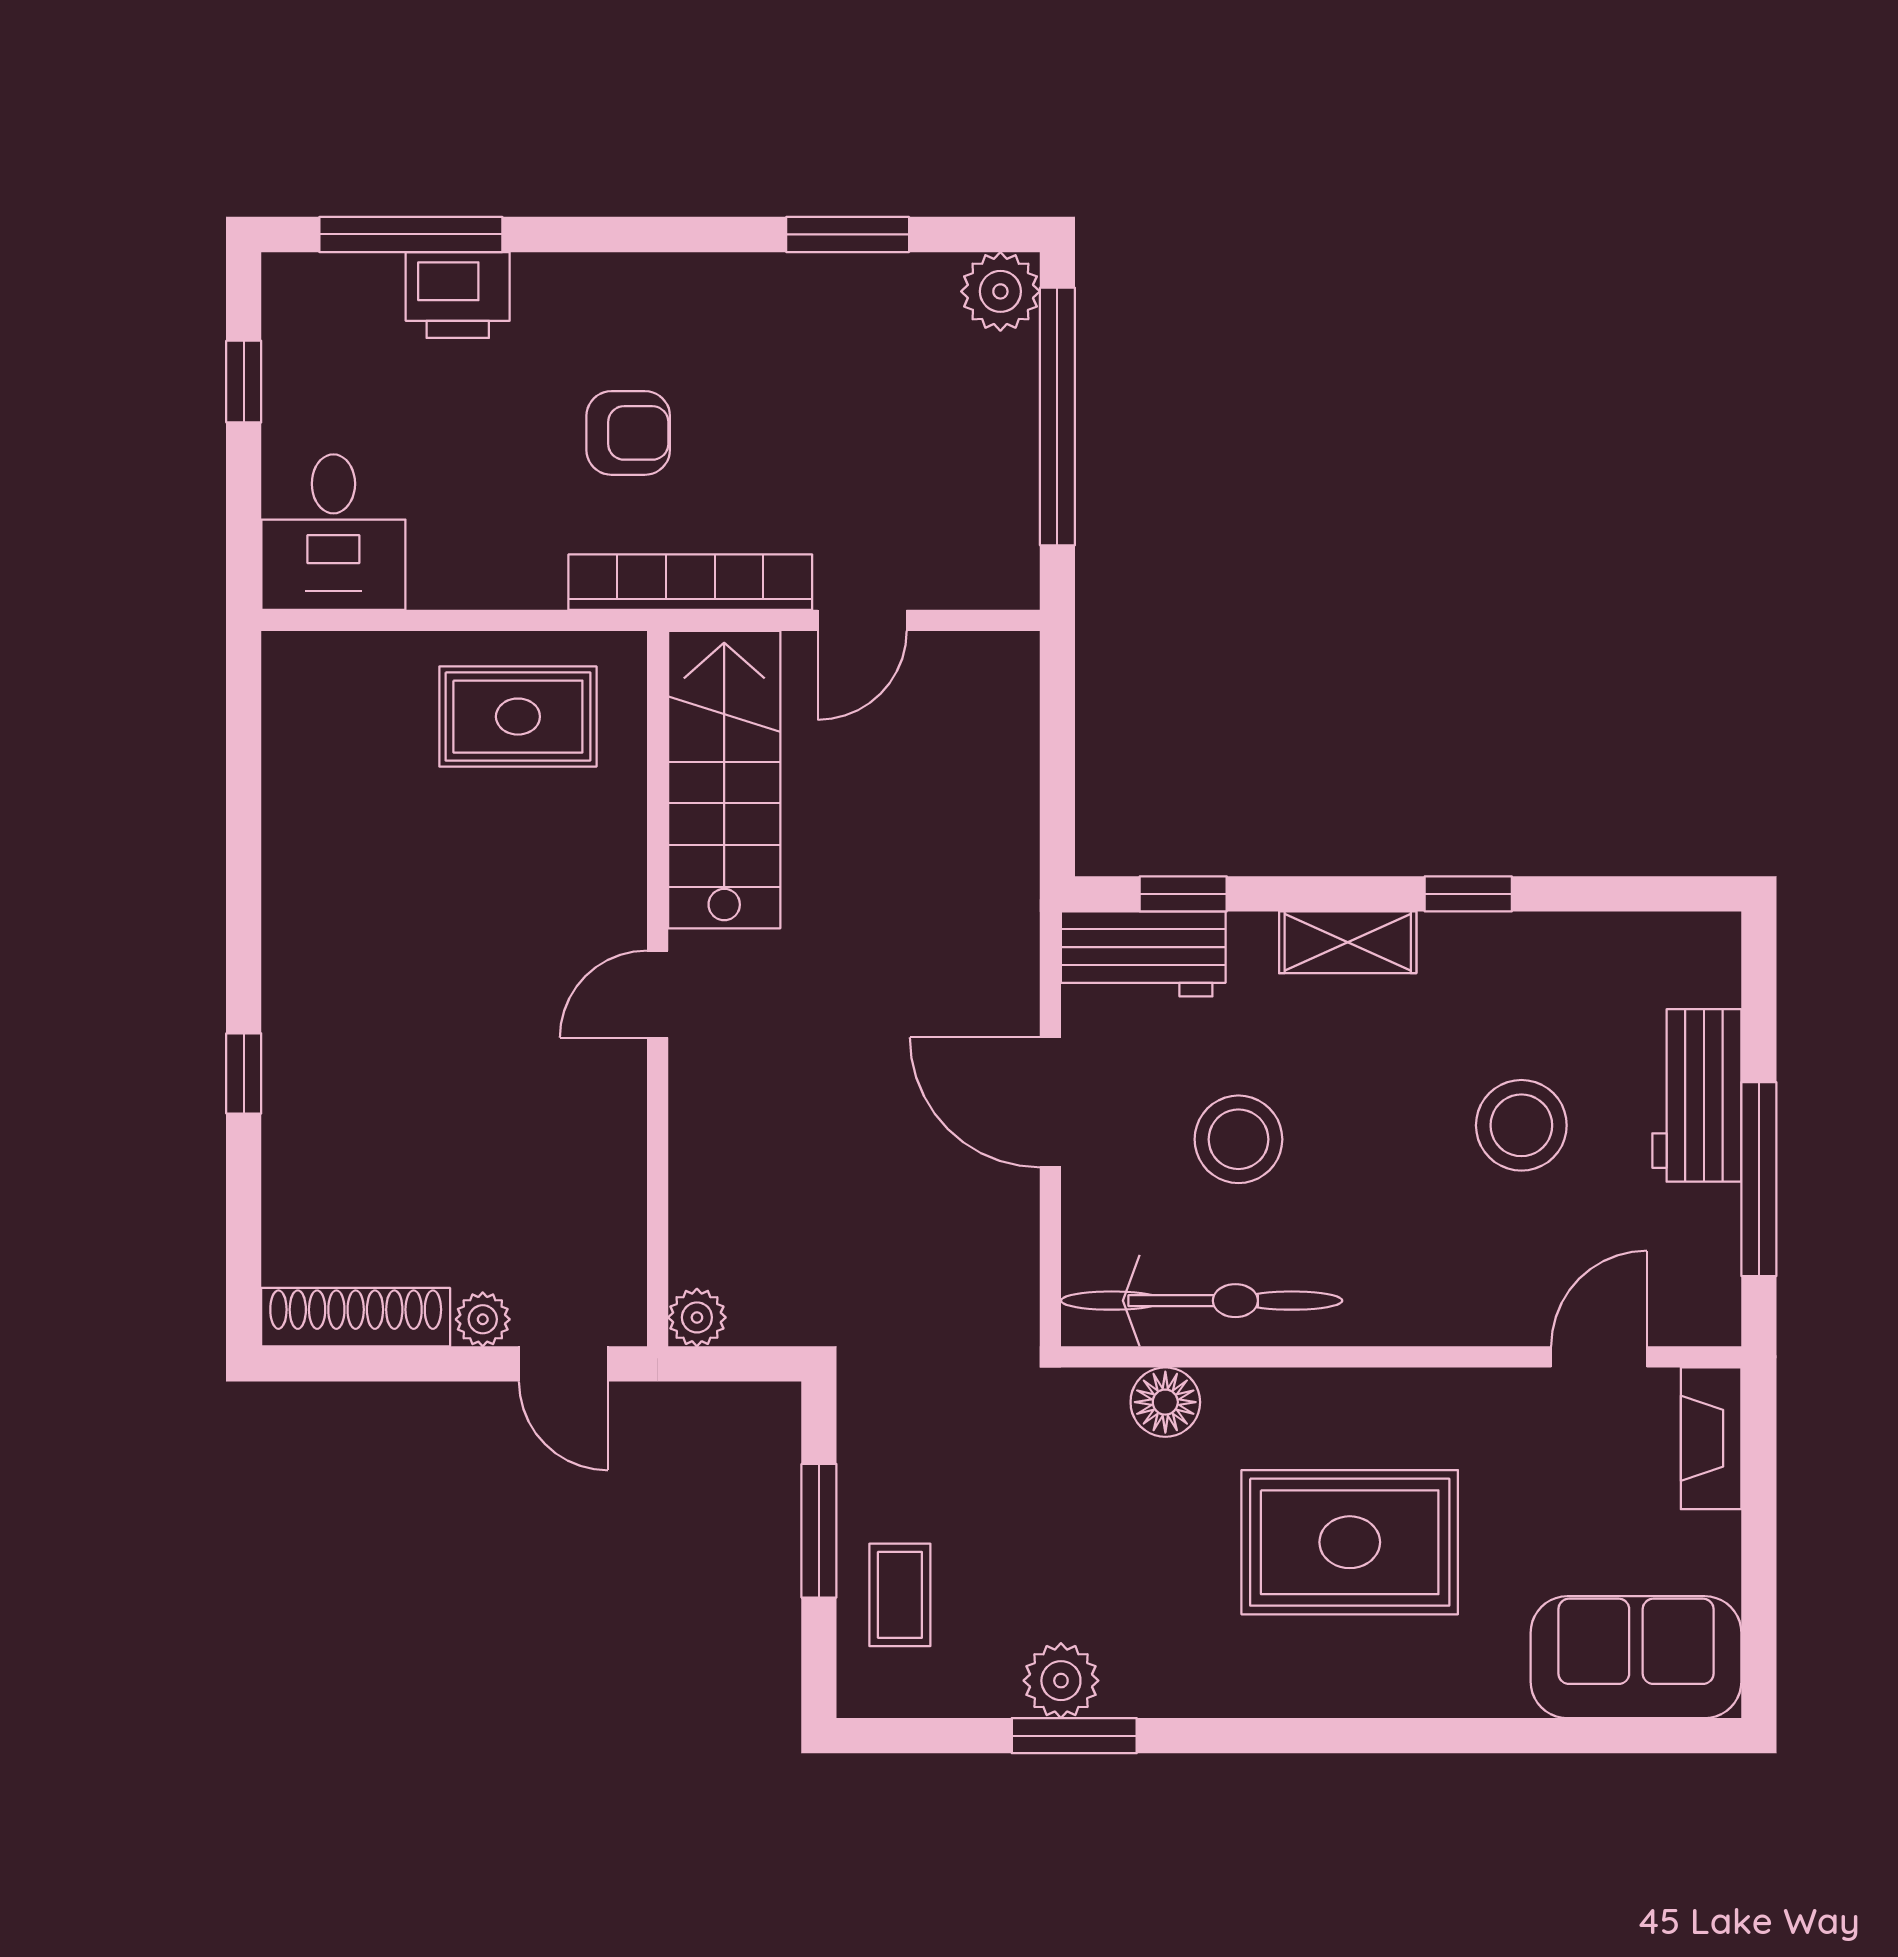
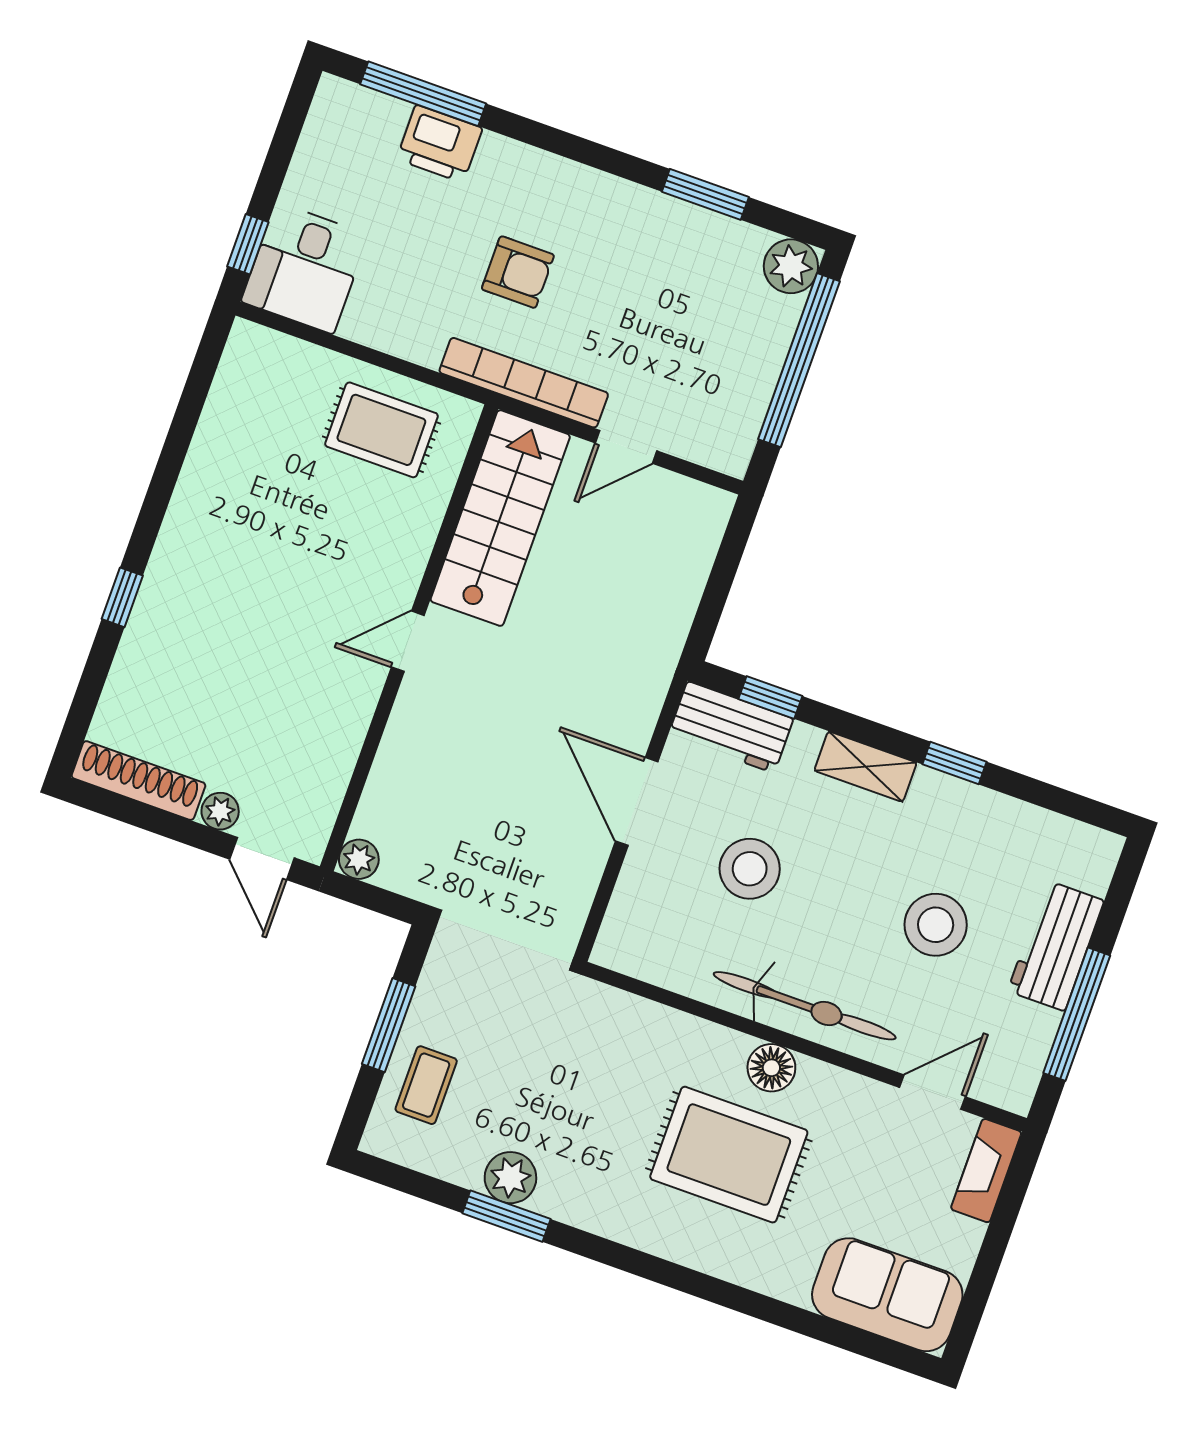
window: (244, 382) -> (248, 244), moved
bicycle: (1202, 1301) -> (805, 1006), moved
floor lamp: (1165, 1402) -> (771, 1068), moved

